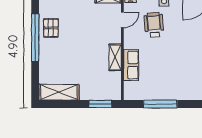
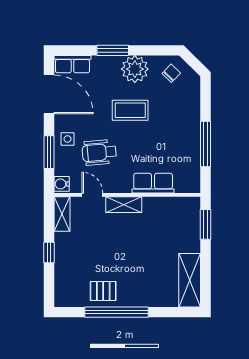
coffee table: (185, 48) -> (130, 110), added
shelving: (115, 57) -> (124, 205), moved

